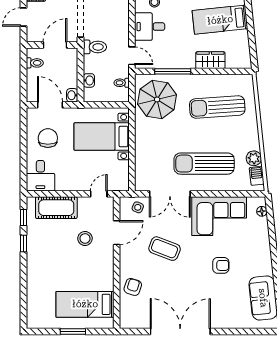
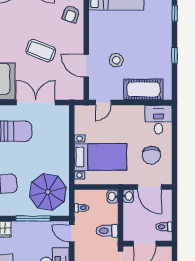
toilet: (95, 47) -> (107, 231), moved
washbasin: (89, 80) -> (113, 197), moved
side table: (138, 207) -> (66, 90), removed
window: (23, 217) -> (175, 13), moved
door: (117, 233) -> (86, 66), hinge flipped

